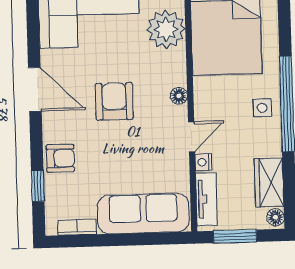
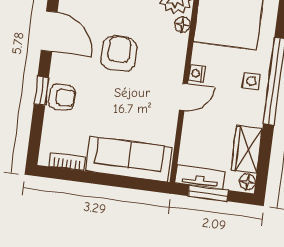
floor lamp: (179, 96) -> (183, 25), moved
nightstand: (203, 162) -> (197, 73), moved
window: (38, 186) -> (41, 91), moved
tv unit: (206, 199) -> (200, 177), moved, turned -90

